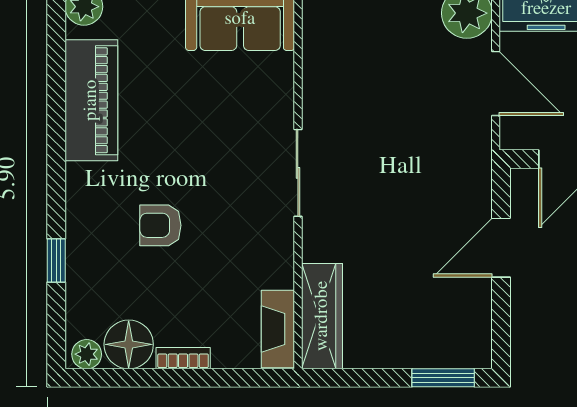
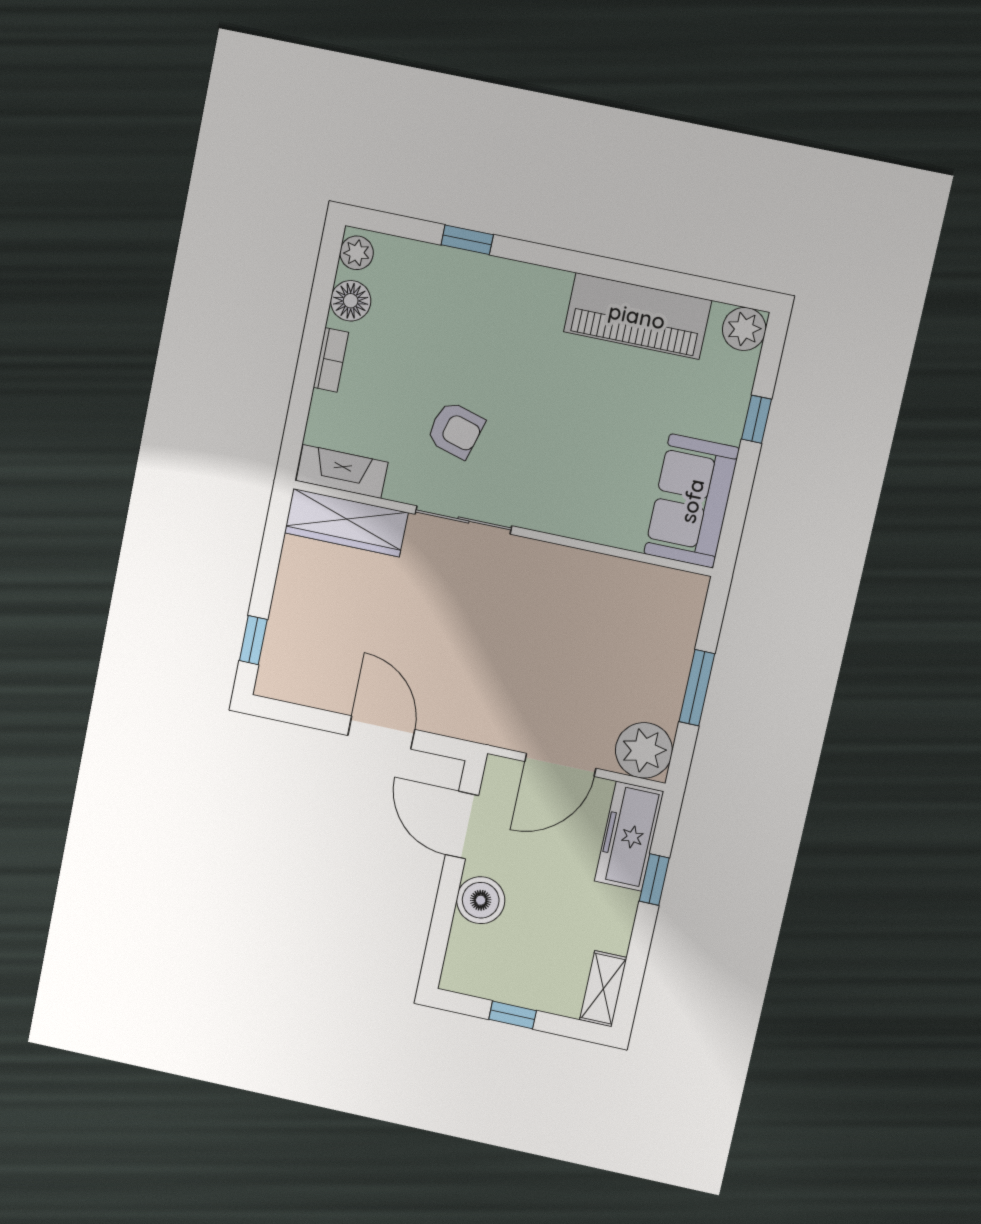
sliding door: (298, 173) -> (463, 520), moved
armchair: (160, 225) -> (456, 430), moved, turned 106
floor lamp: (129, 344) -> (351, 301), width x0.73, depth x0.73
window: (443, 378) -> (253, 640), width x0.67

